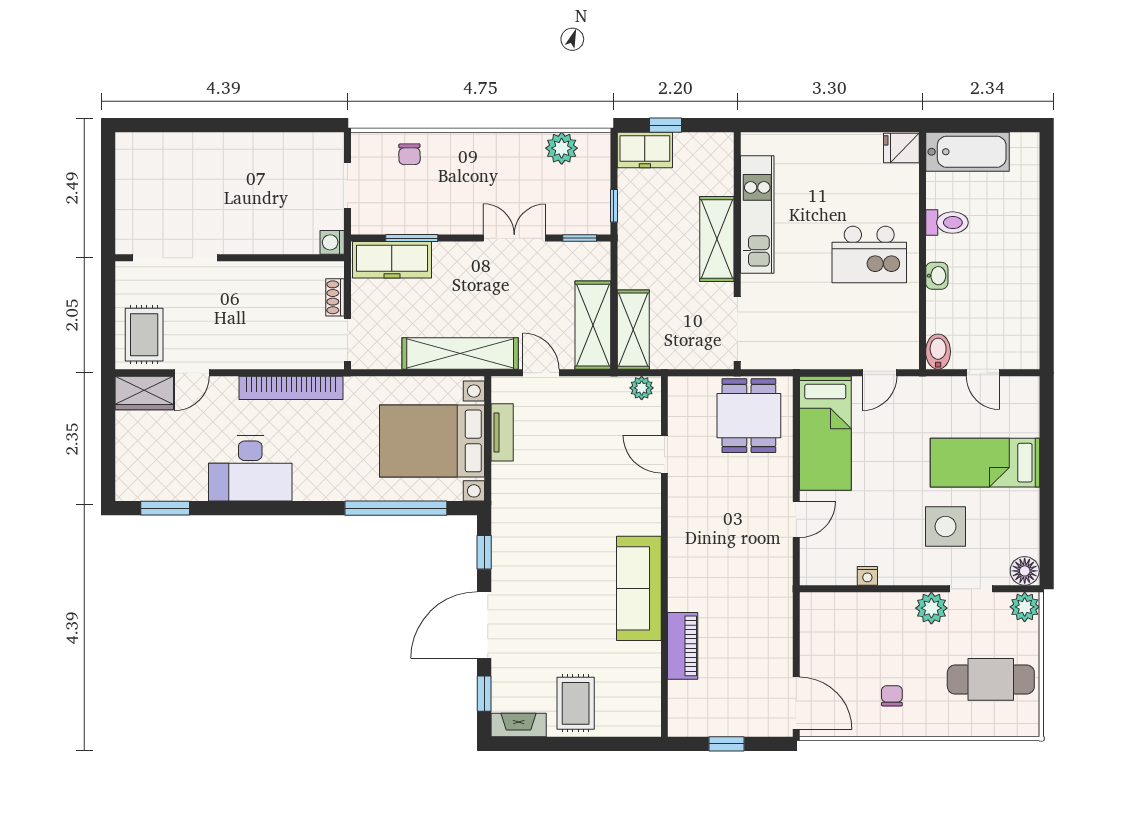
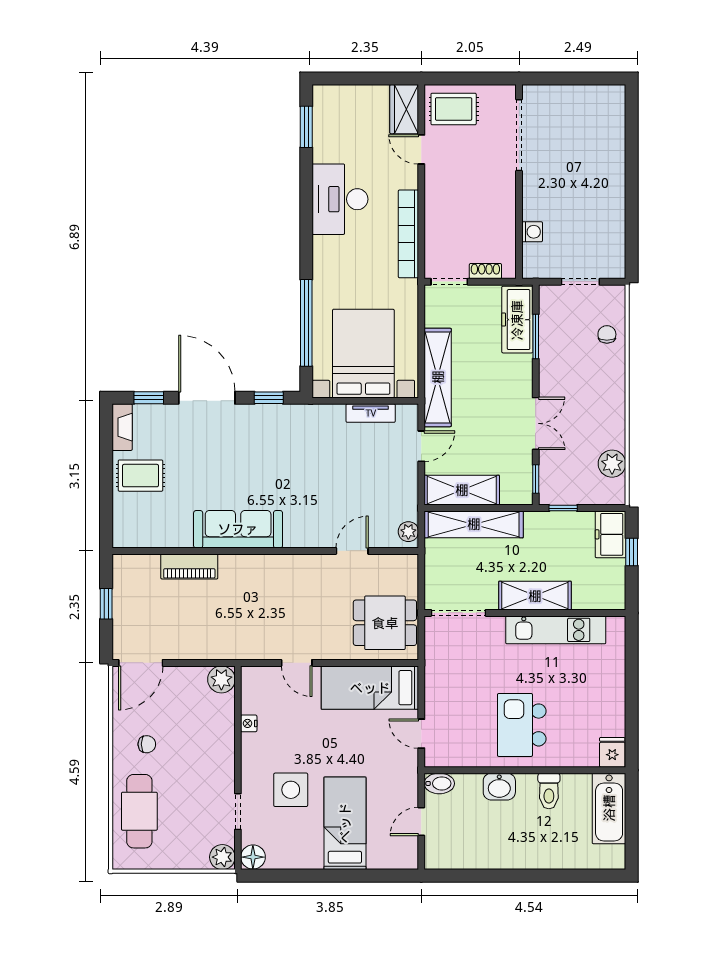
chair: (410, 154) -> (607, 334), turned 91
washing machine: (332, 242) -> (532, 232), moved, turned 90
washbasin: (937, 276) -> (499, 787), width x1.38, depth x1.45
shelving: (633, 330) -> (474, 524), width x1.47
plant: (931, 608) -> (221, 679), moved
cafe table: (991, 679) -> (139, 811), moved

